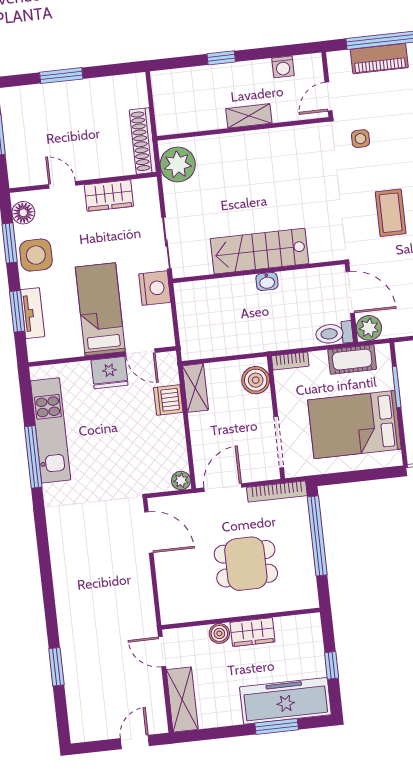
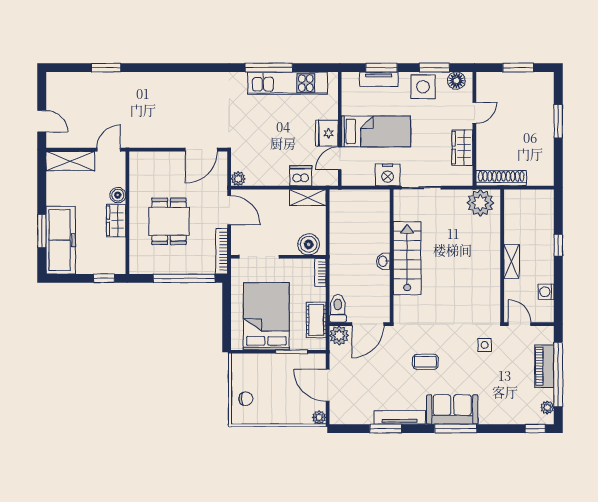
coffee table: (391, 213) -> (425, 362), width x0.73, depth x0.77
window: (332, 665) -> (104, 278), moved

